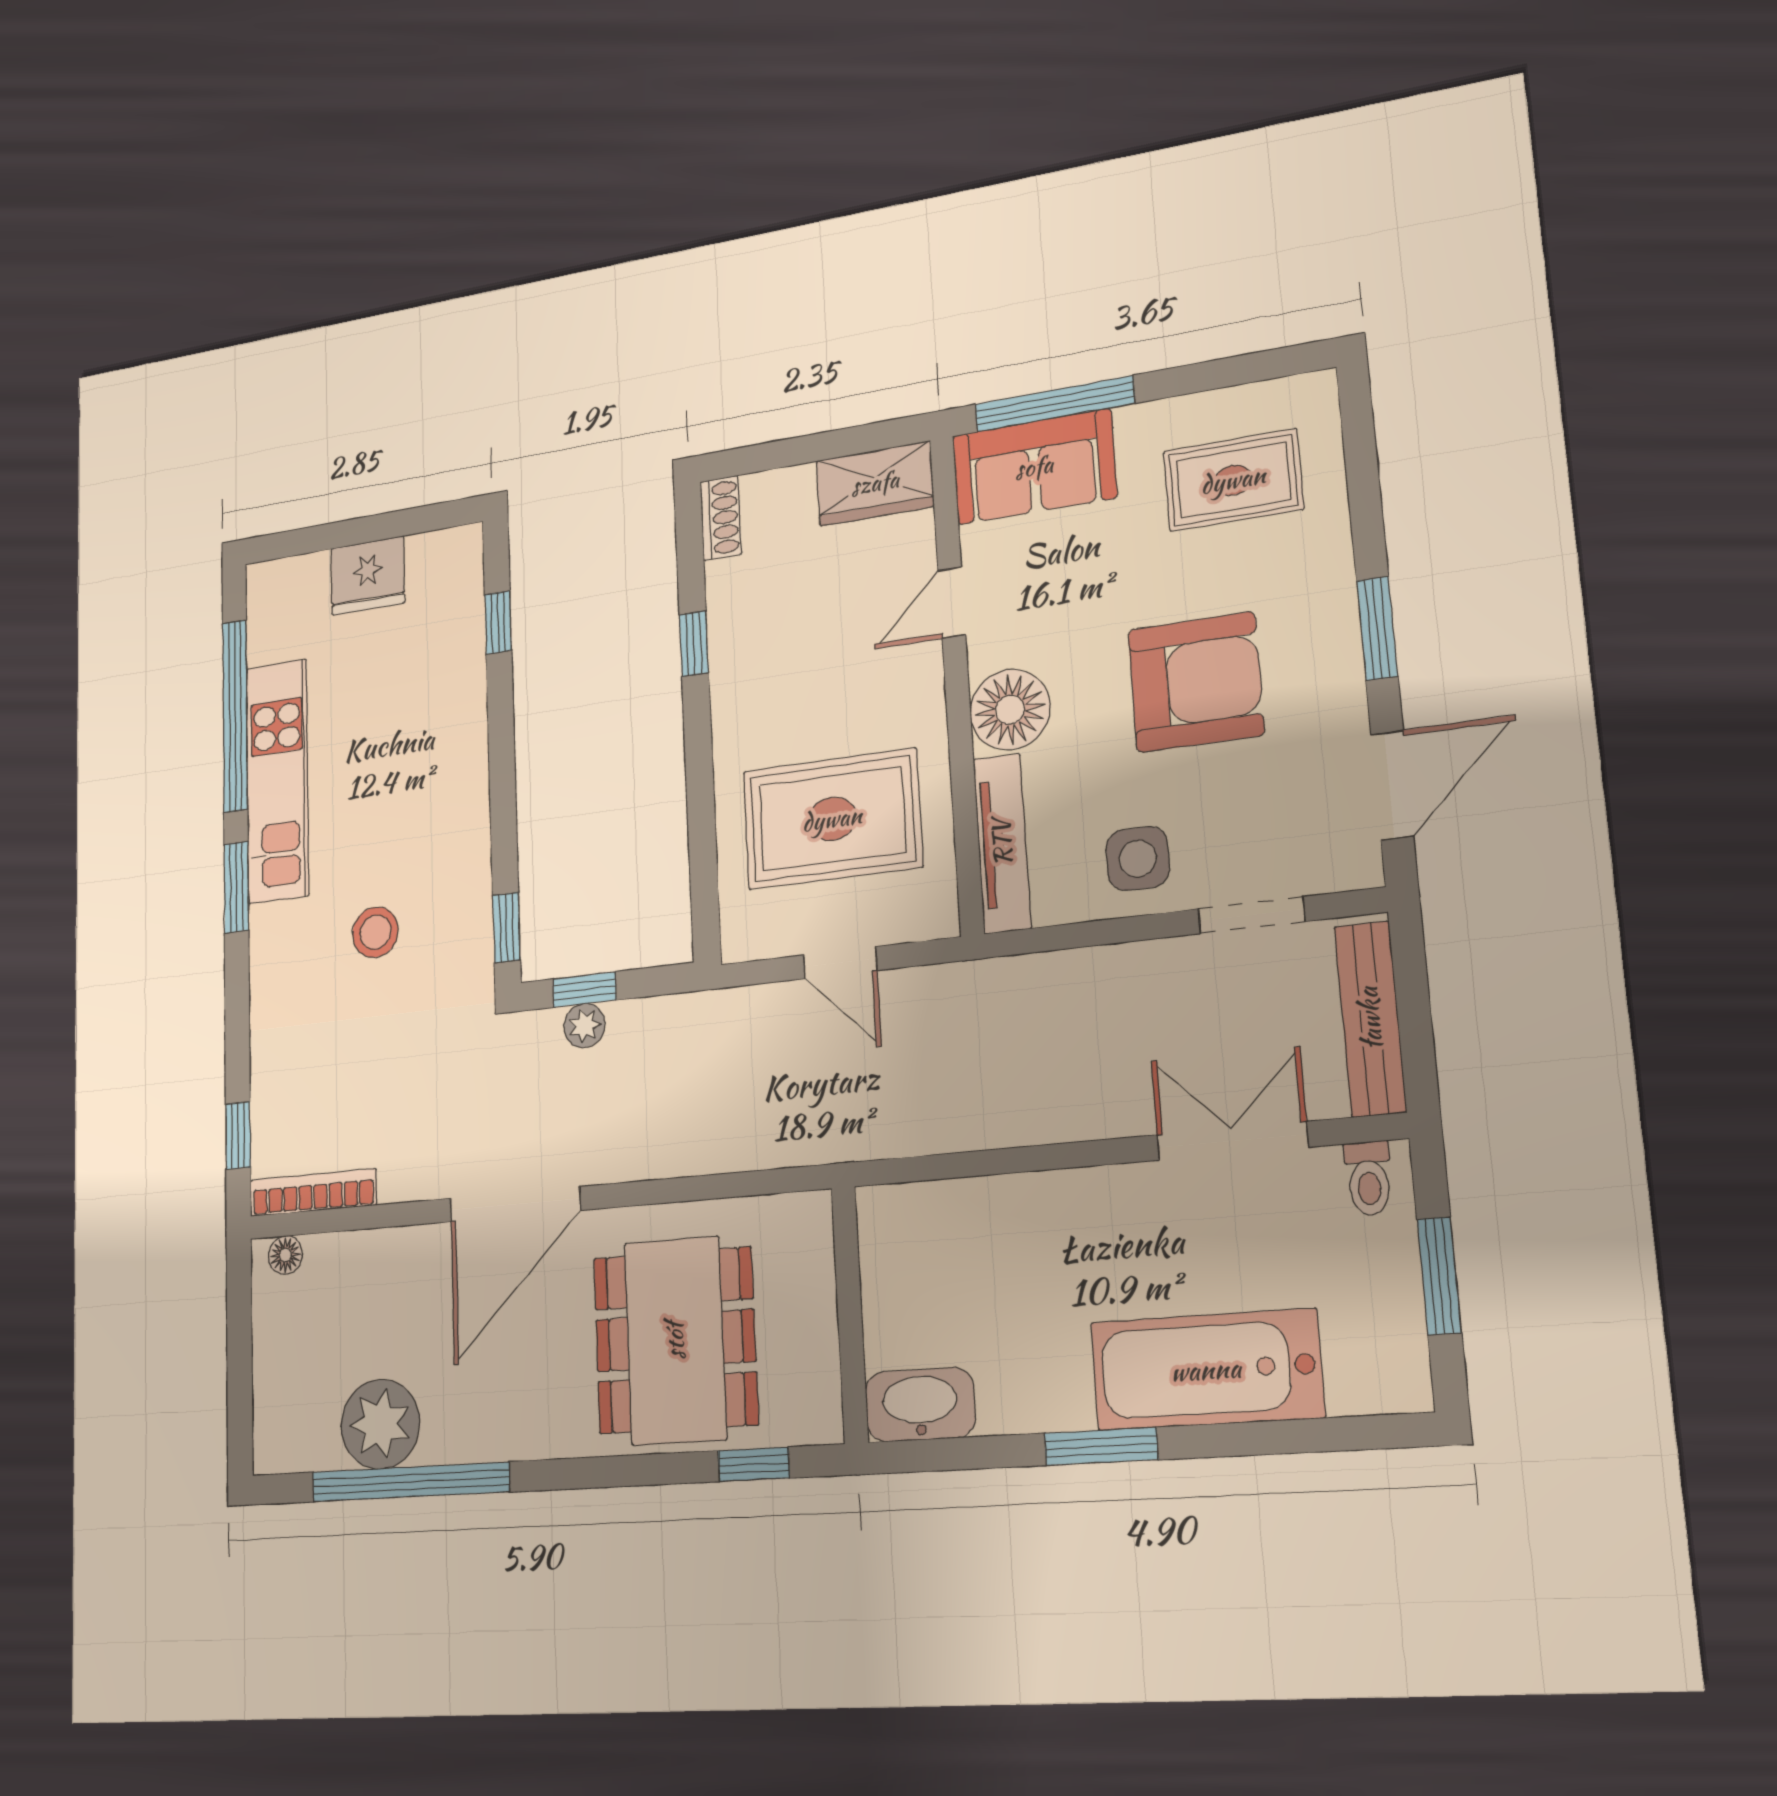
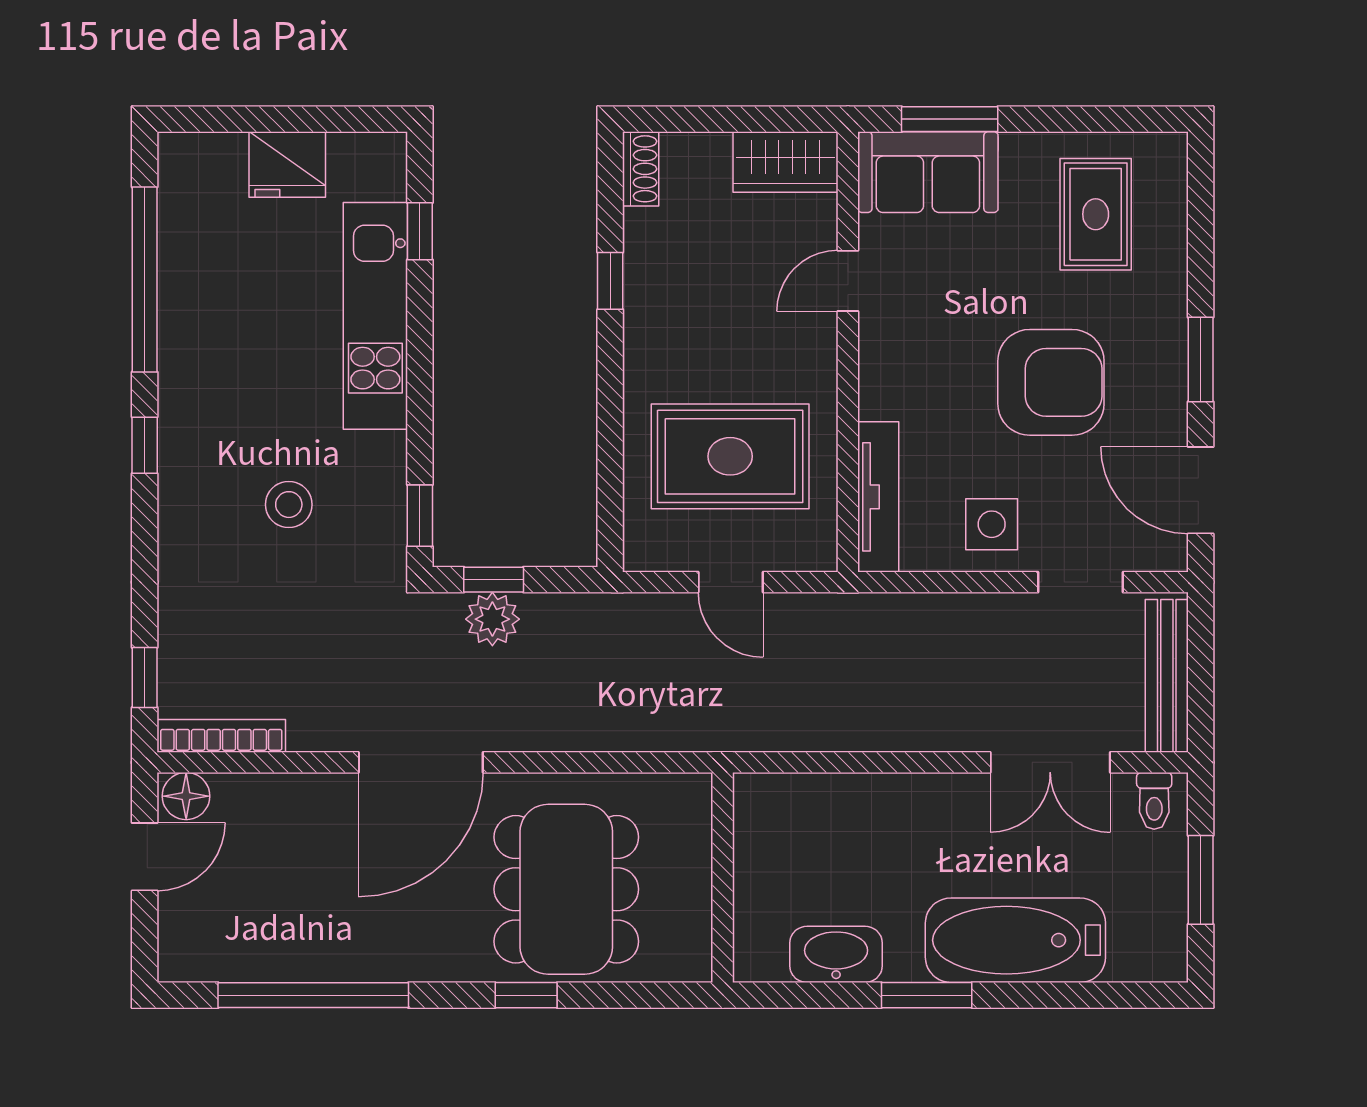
window: (1055, 404) -> (950, 119), width x0.69
rug: (1233, 480) -> (1096, 214), turned 90
floor lamp: (1010, 710) -> (893, 383), removed
kitchen unit: (277, 781) -> (375, 316), moved, turned 180
door: (1392, 785) -> (1201, 490), swing flipped
window: (236, 887) -> (145, 445), width x0.67
plant: (584, 1026) -> (492, 619), width x1.38, depth x1.38
double door: (1232, 1141) -> (1050, 762), swing flipped
floor lamp: (285, 1255) -> (186, 796), width x1.37, depth x1.37
door: (239, 1334) -> (145, 857), added
washbasin: (920, 1405) -> (836, 954), moved
plant: (380, 1424) -> (285, 944), removed
window: (754, 1464) -> (526, 995), moved

